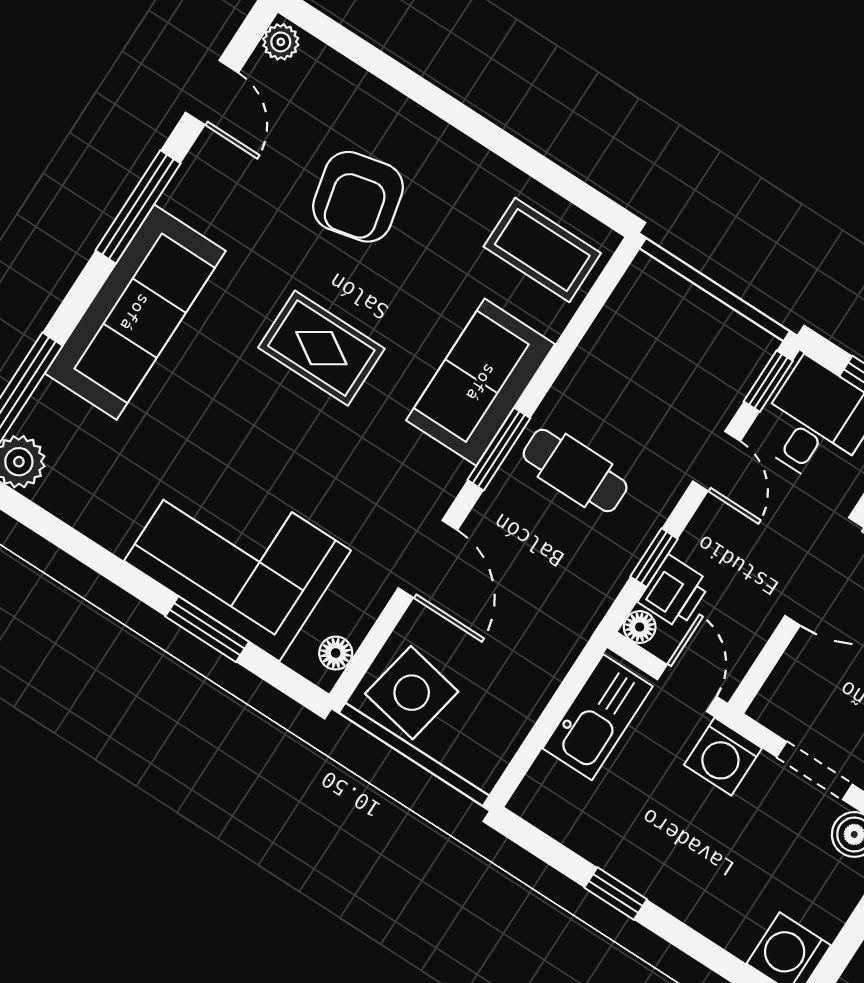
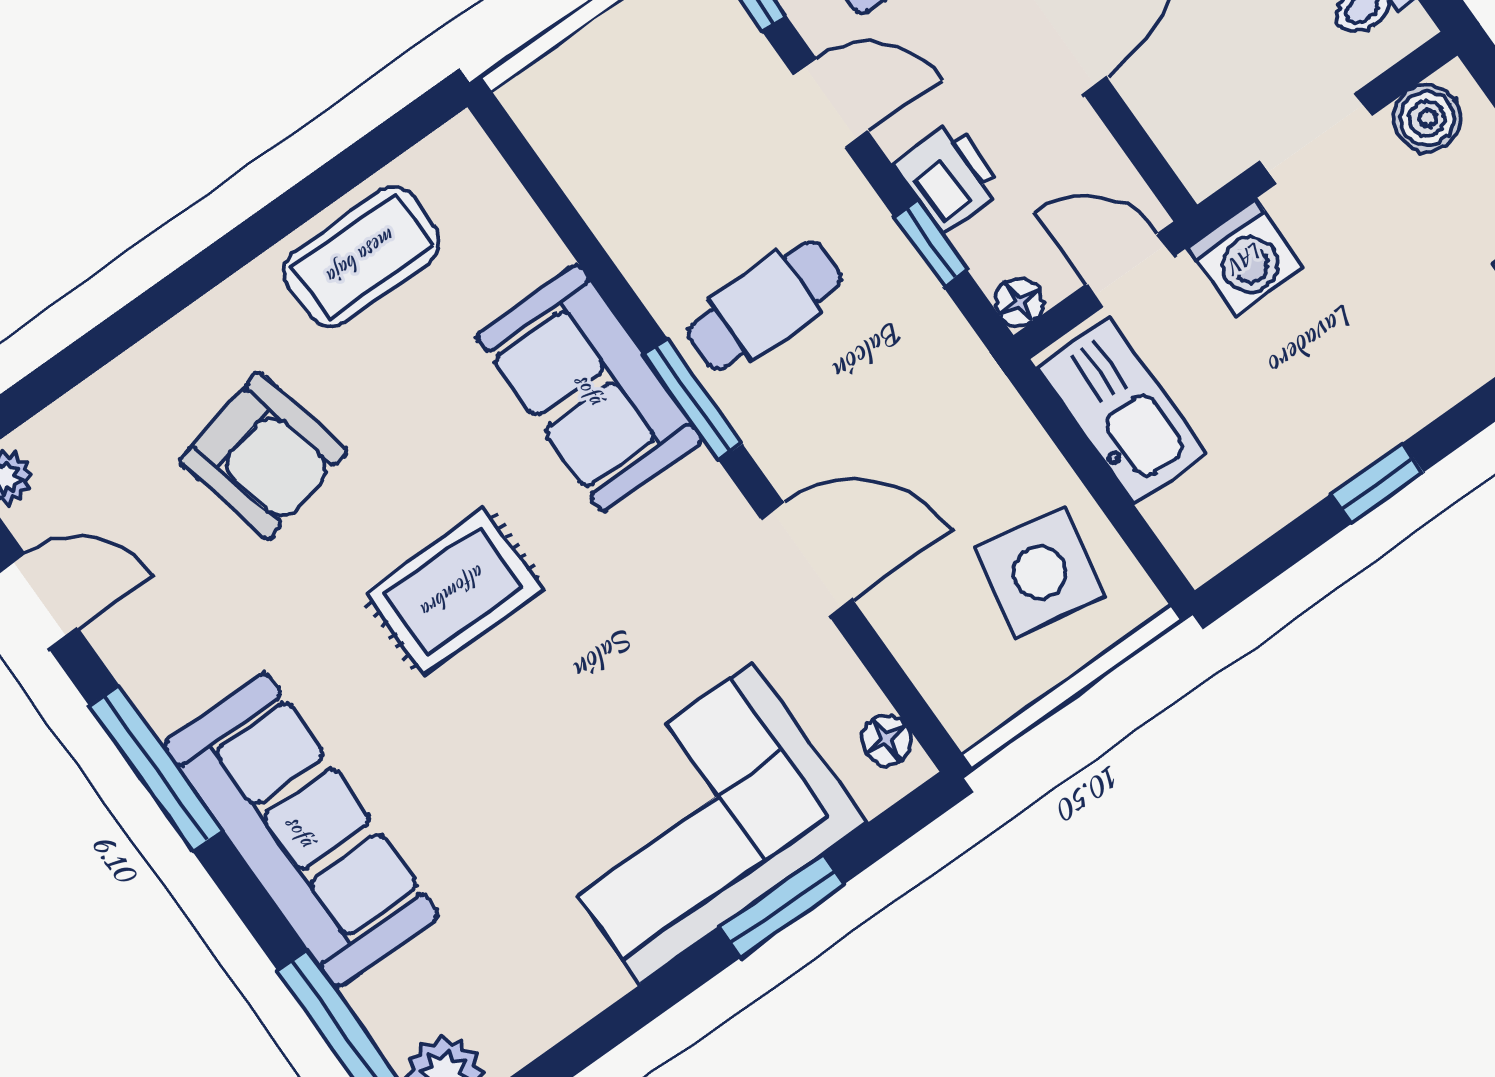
coffee table: (542, 250) -> (362, 256), moved
printer: (674, 592) -> (949, 177), moved
side table: (412, 693) -> (1040, 572), moved

